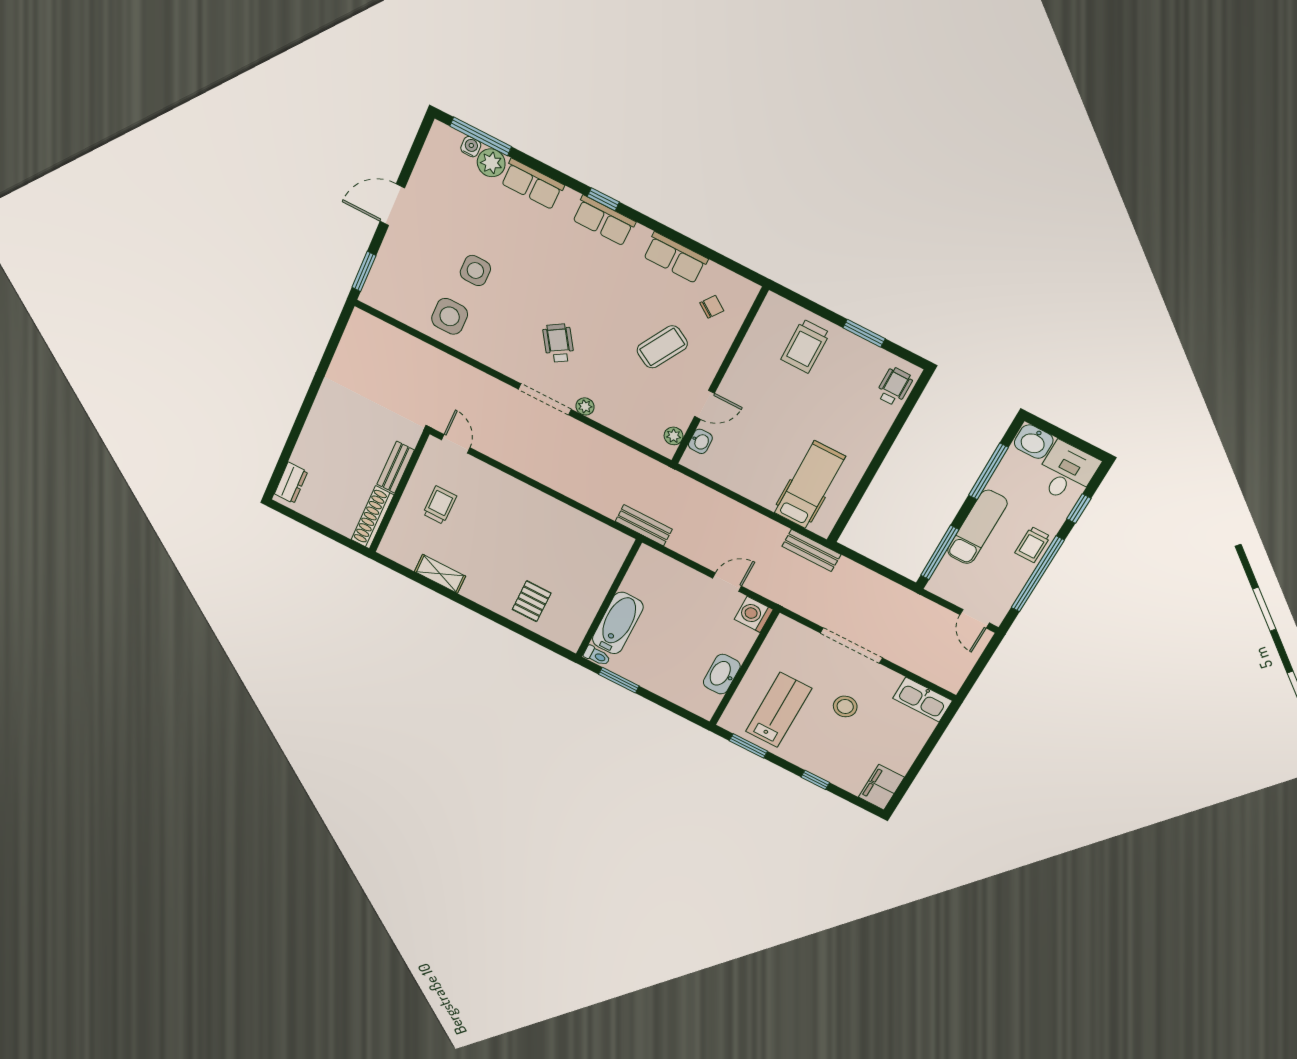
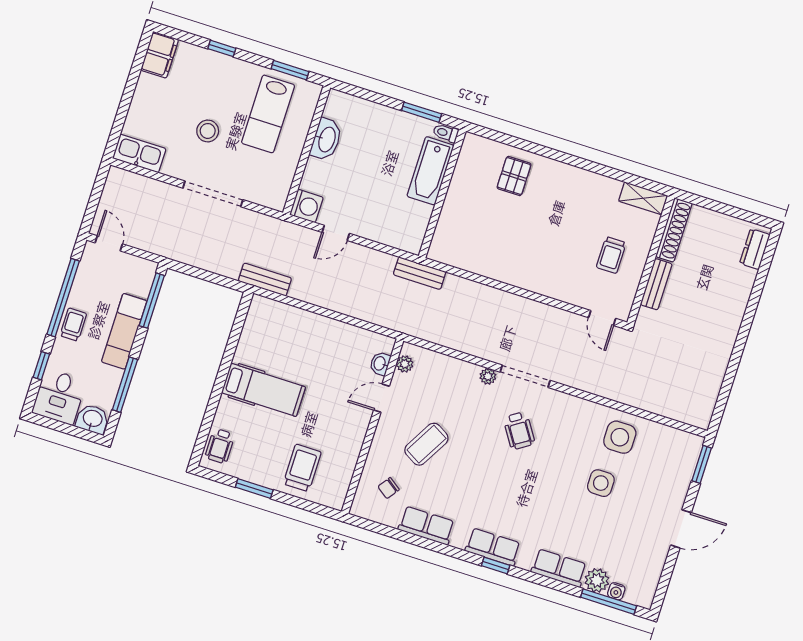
hospital bed: (810, 485) -> (263, 390), moved, turned -90
shelving: (440, 574) -> (643, 198), moved

